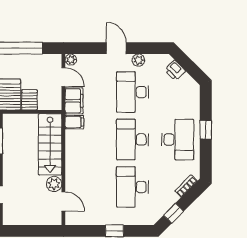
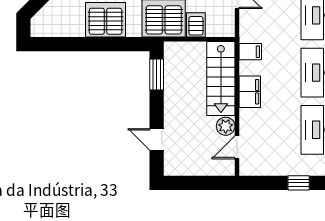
filing cabinet: (74, 101) -> (250, 92), moved
door: (63, 202) -> (237, 147), swing flipped

